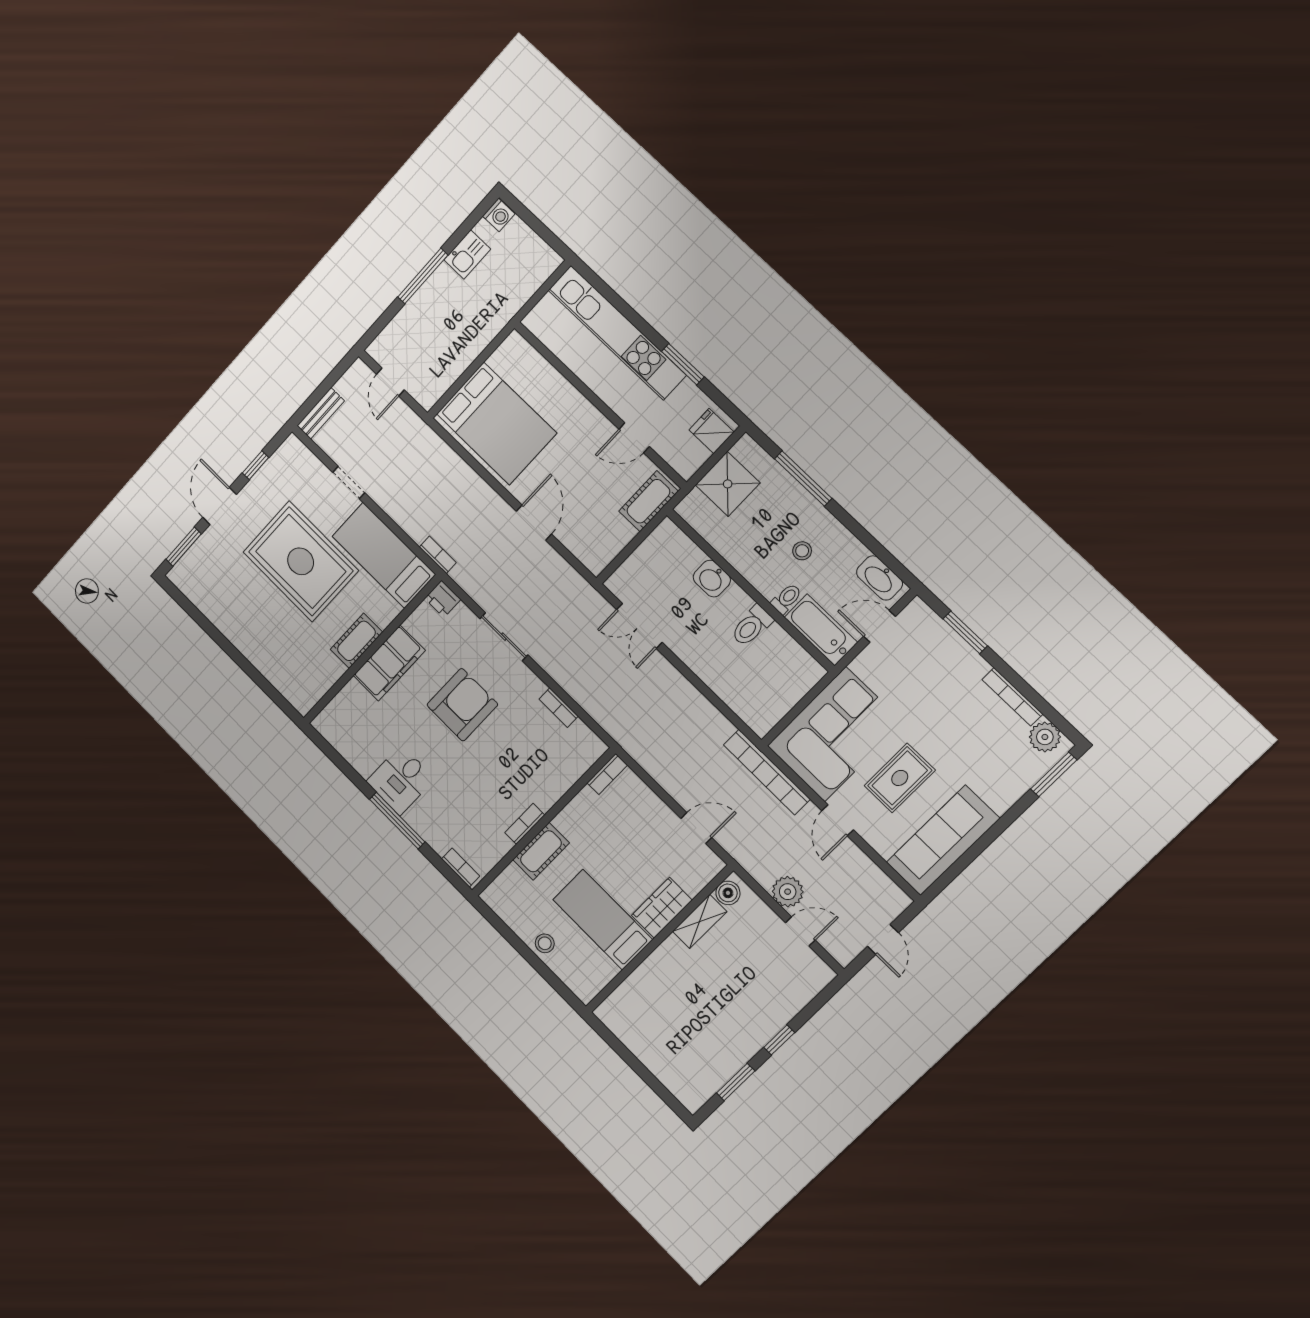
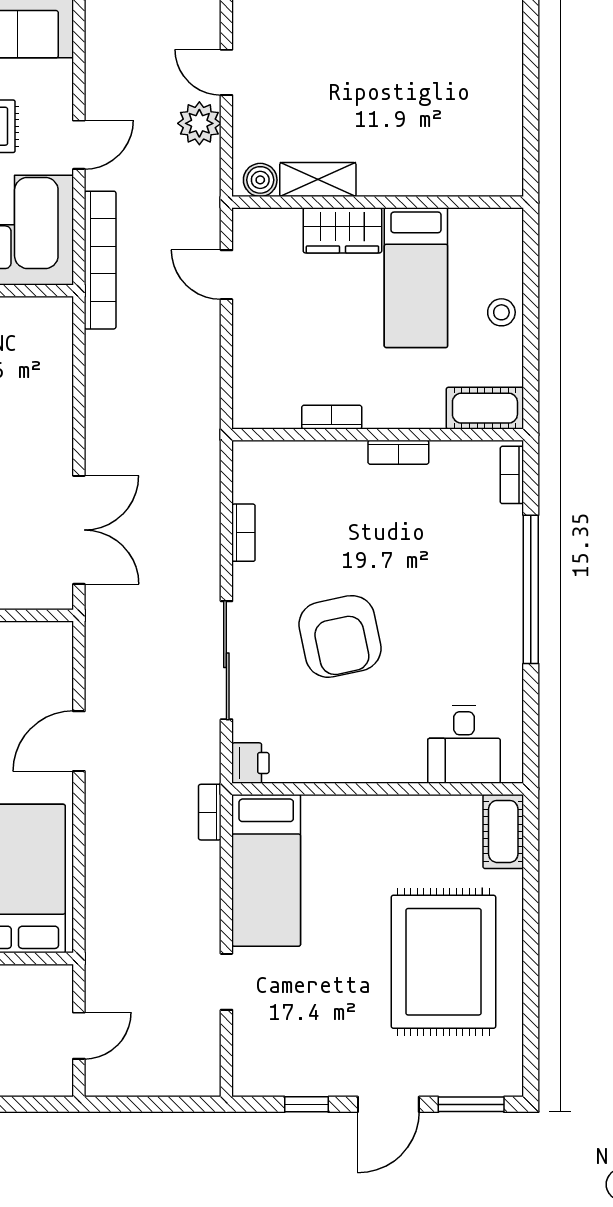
bench: (321, 413) -> (183, 1082), removed
rug: (301, 561) -> (443, 962), moved
double door: (639, 626) -> (79, 530), width x1.37
sliding door: (504, 637) -> (226, 660), width x1.37
cot: (356, 641) -> (503, 831), moved, turned 90
filing cabinet: (389, 663) -> (373, 757), removed
armchair: (462, 705) -> (340, 636), turned -102
bookcase: (607, 774) -> (332, 417), moved
desk: (401, 780) -> (464, 744), moved, turned 90
window: (397, 821) -> (531, 589), width x1.46
cot: (541, 851) -> (485, 408), moved

